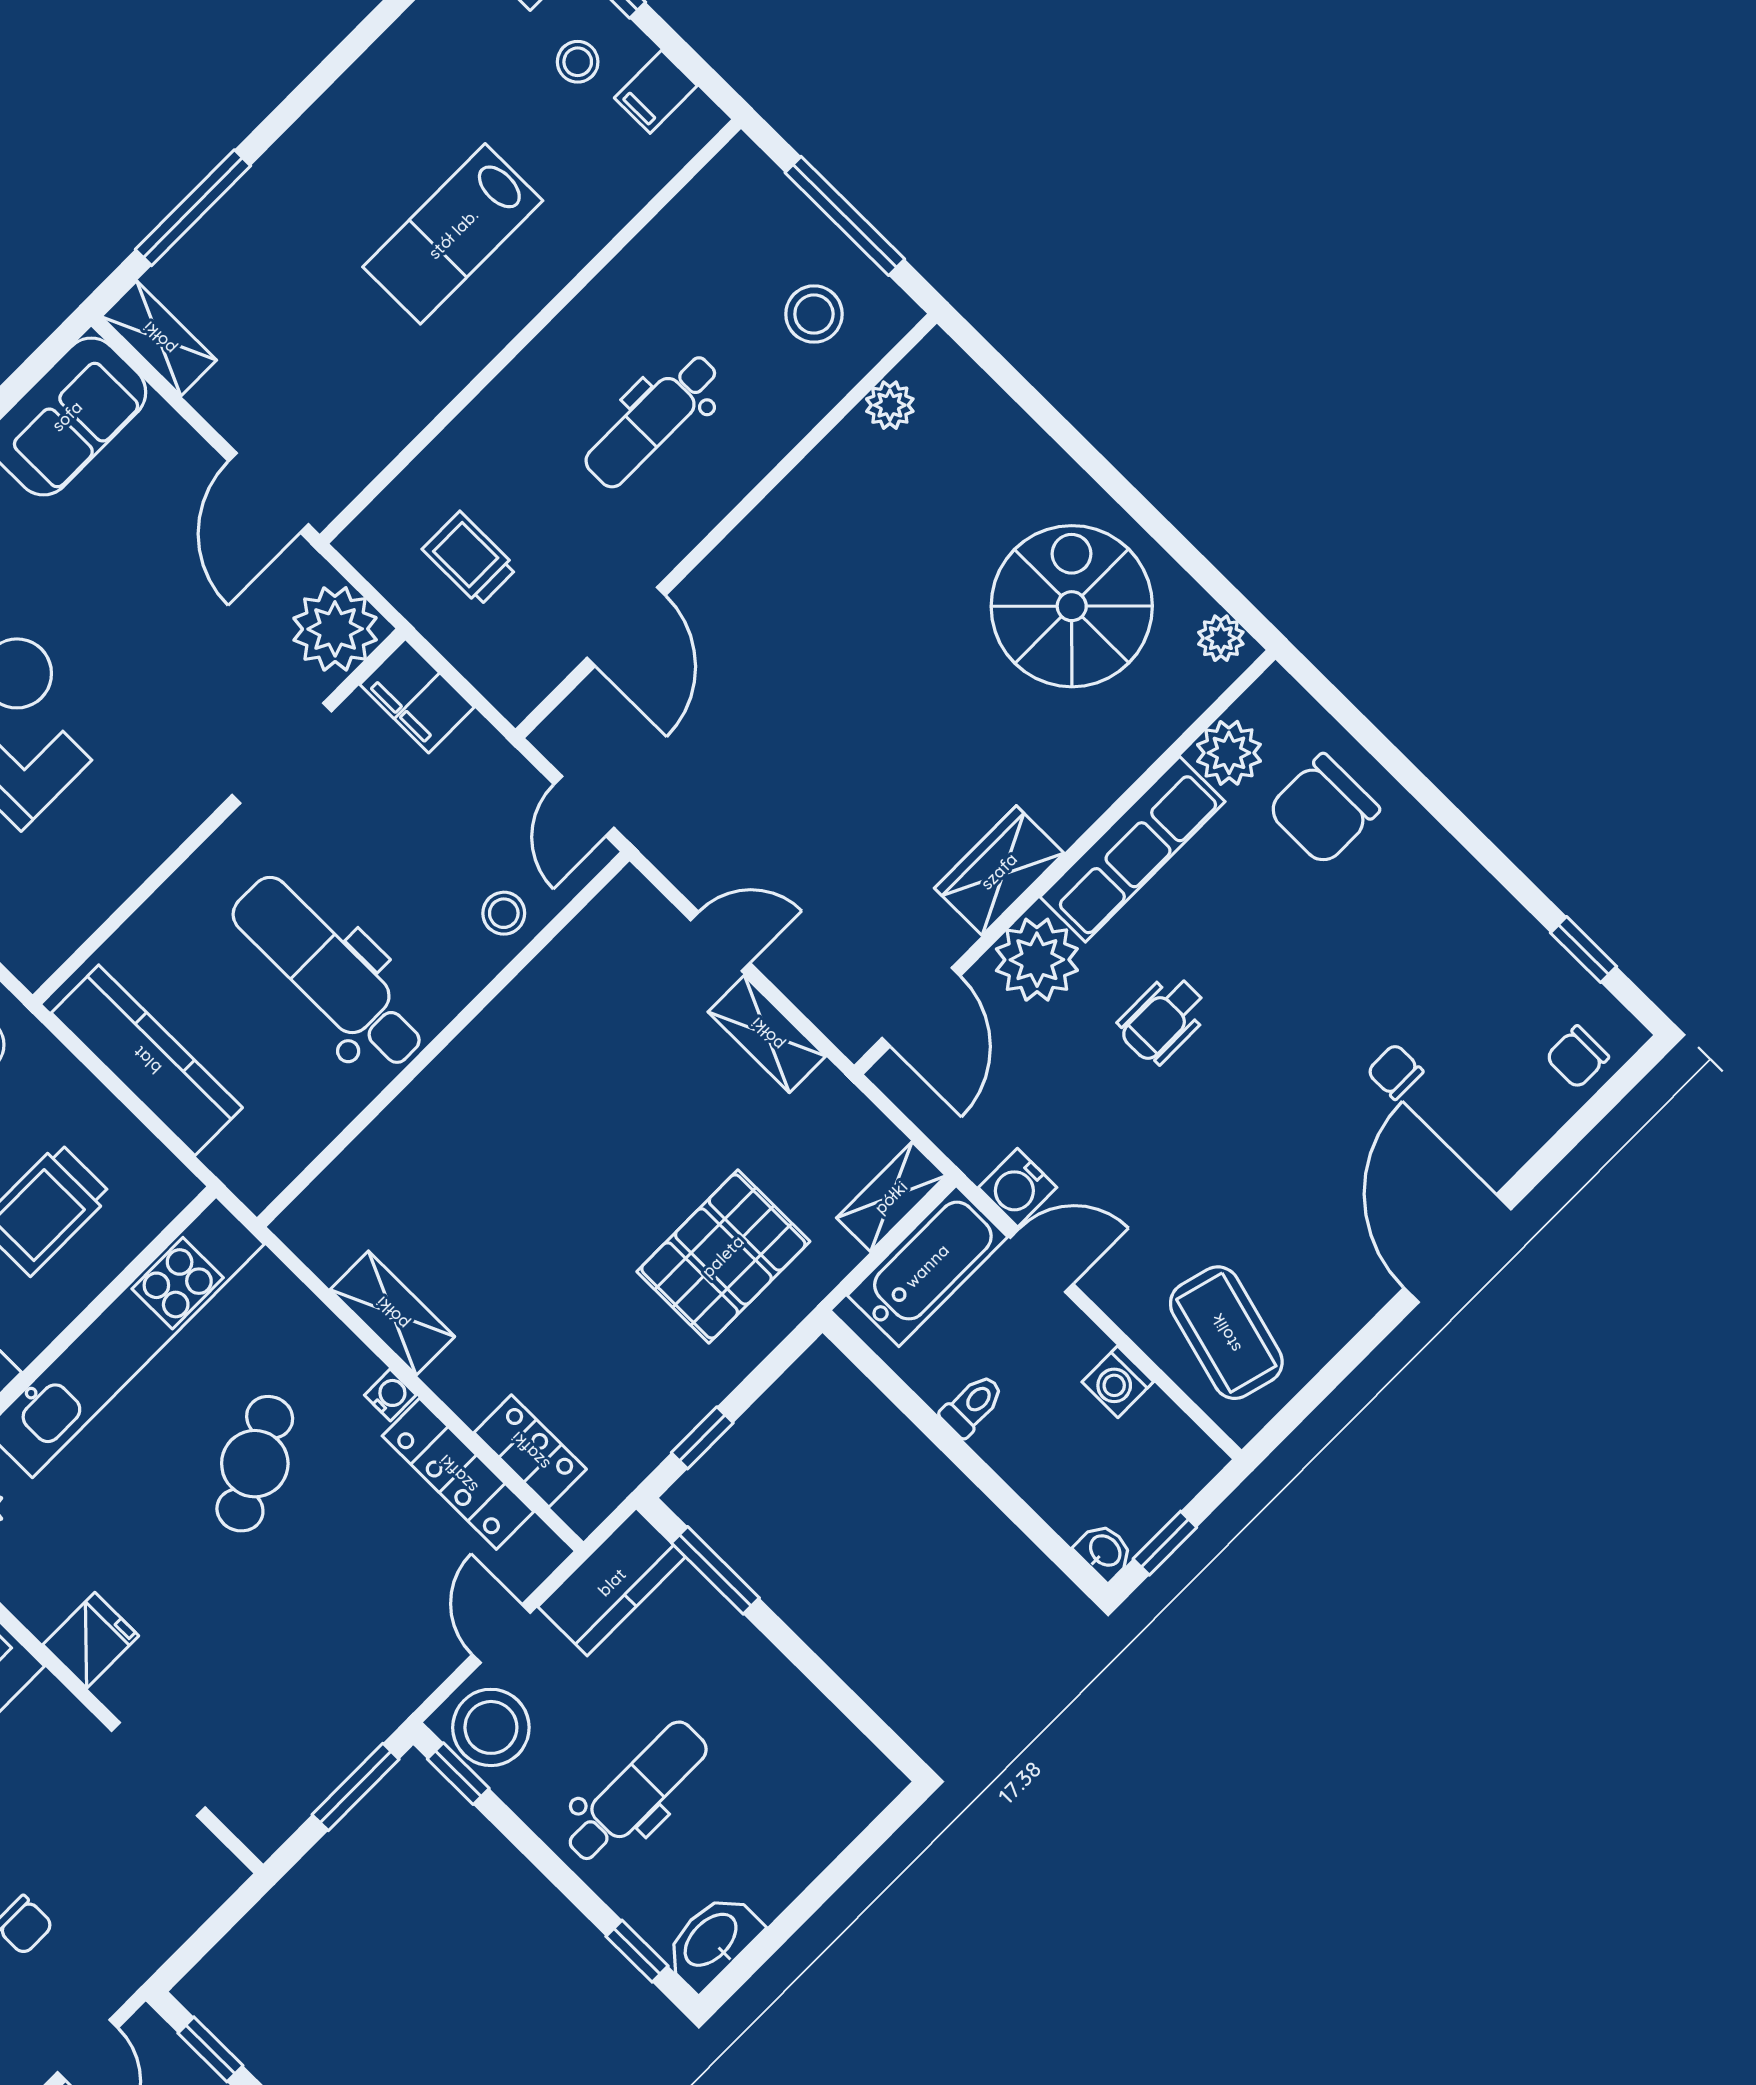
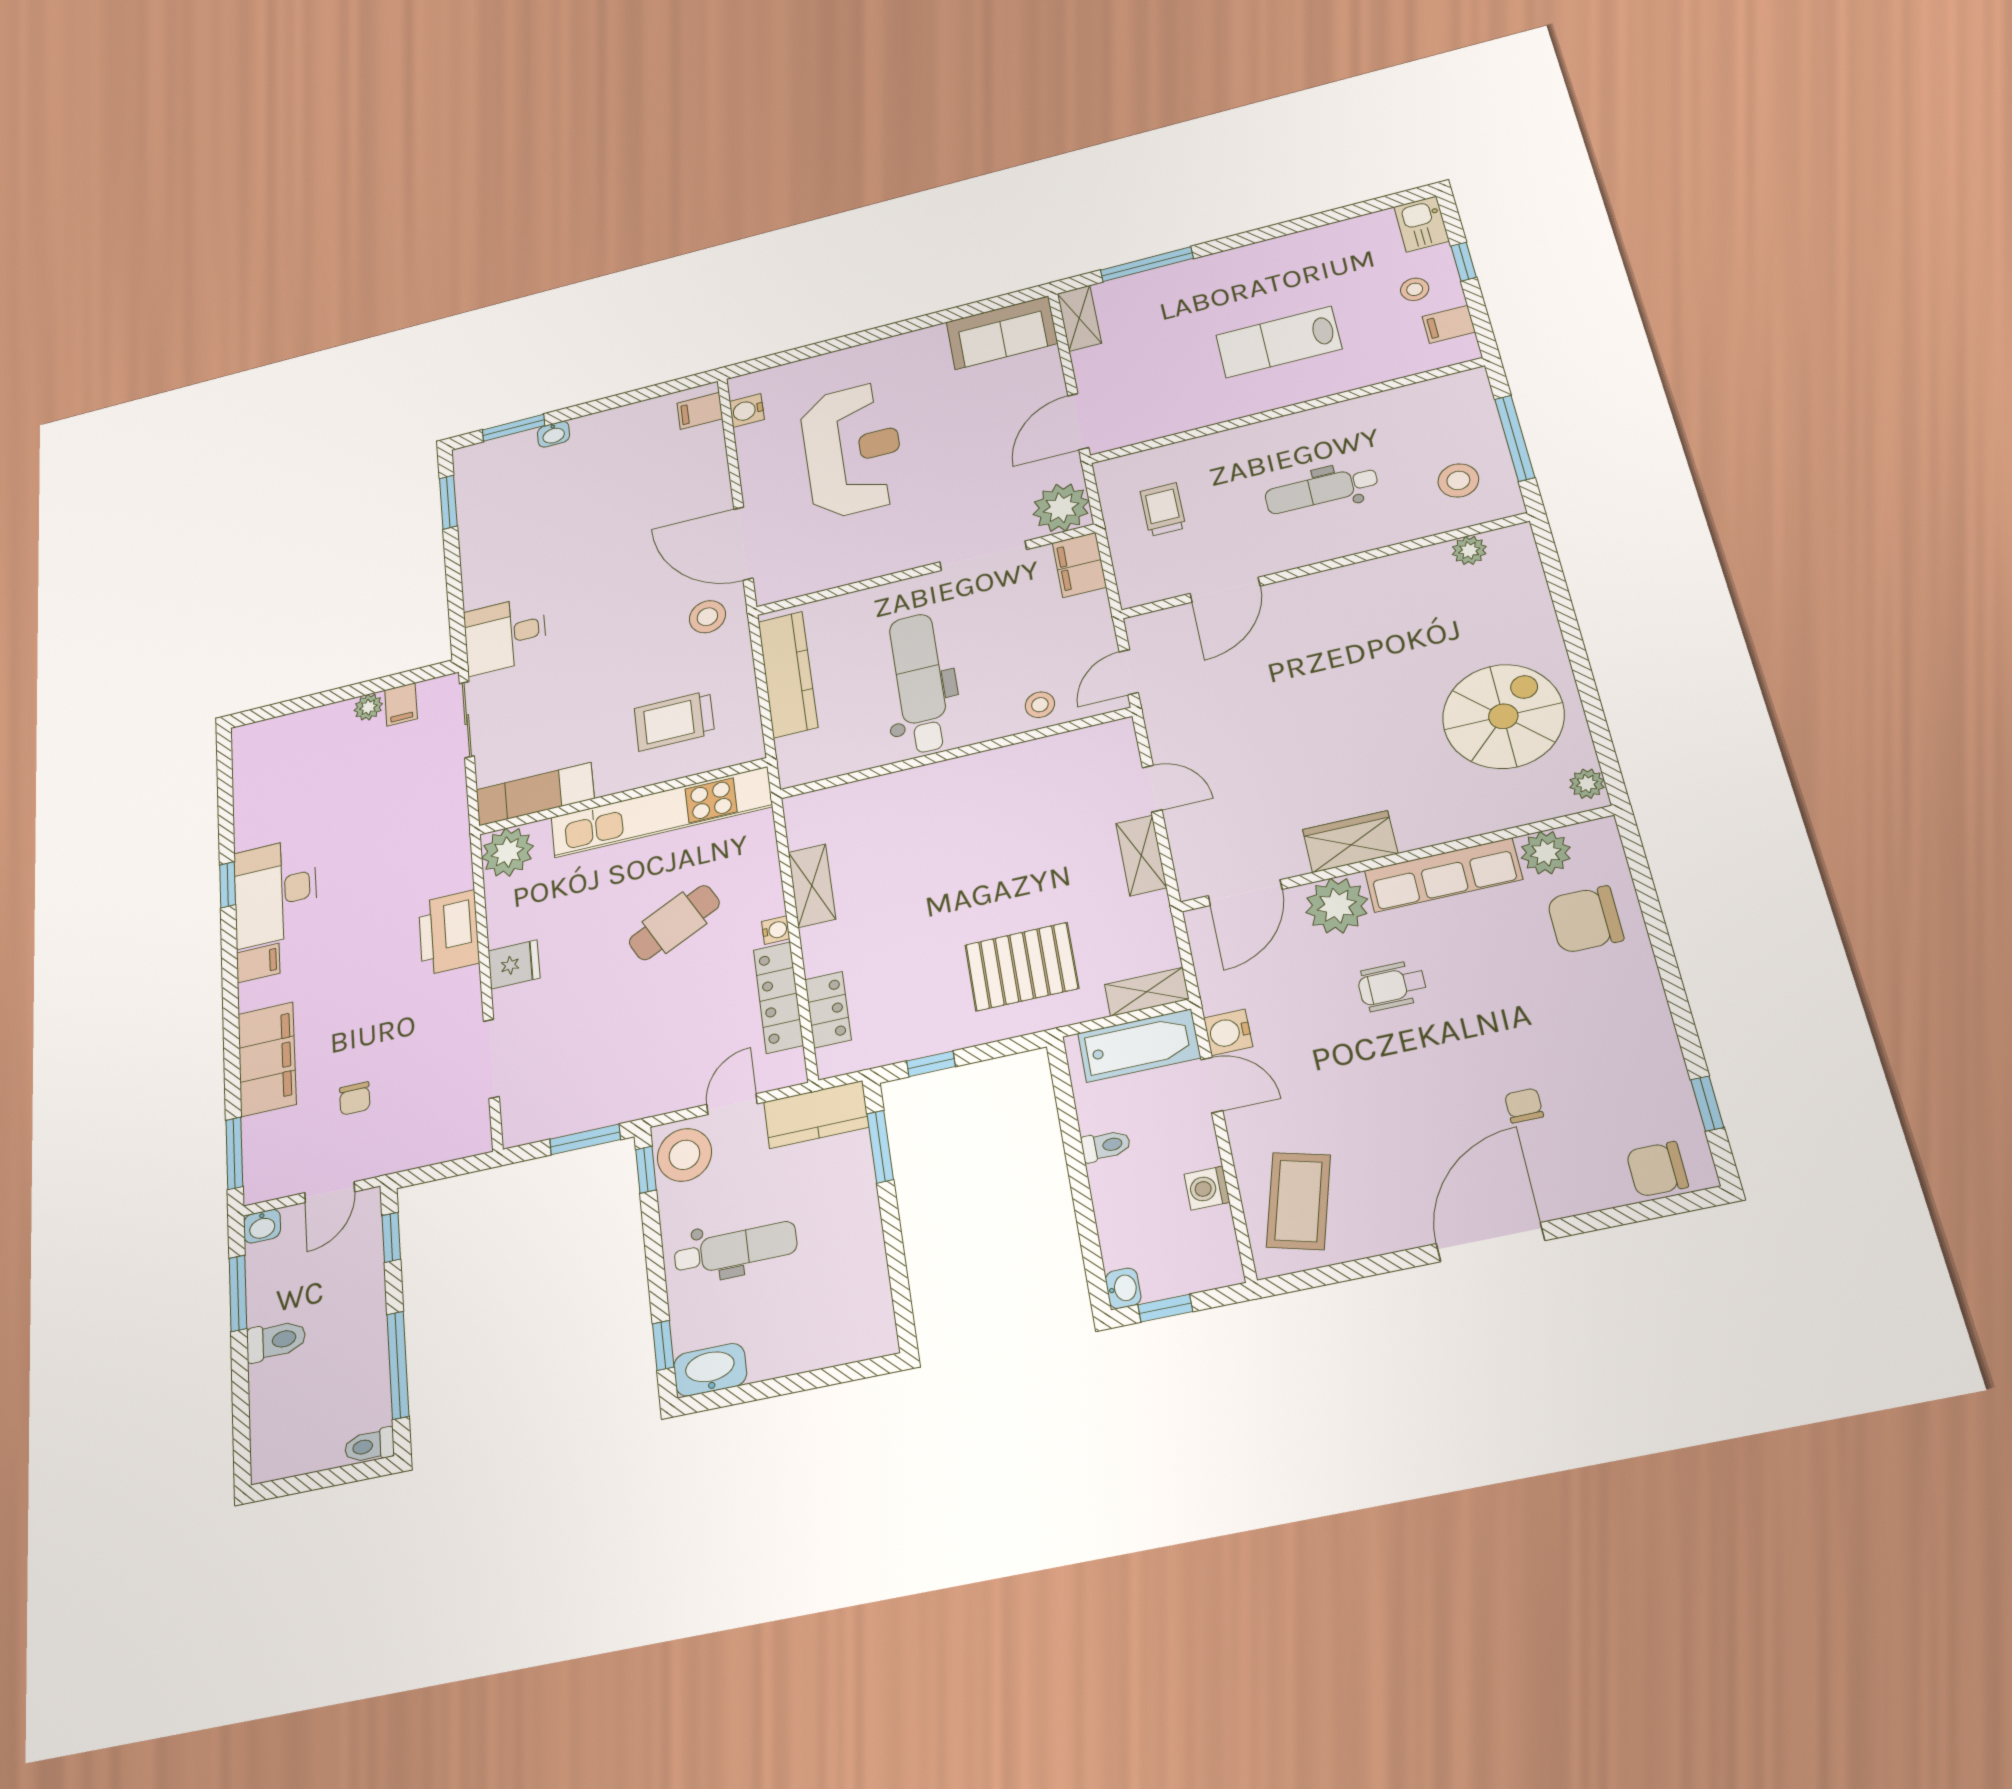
chair: (1577, 1057) -> (1657, 1169), width x1.37, depth x1.37

